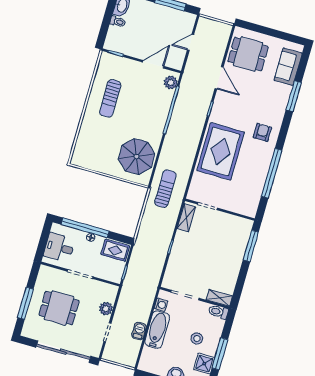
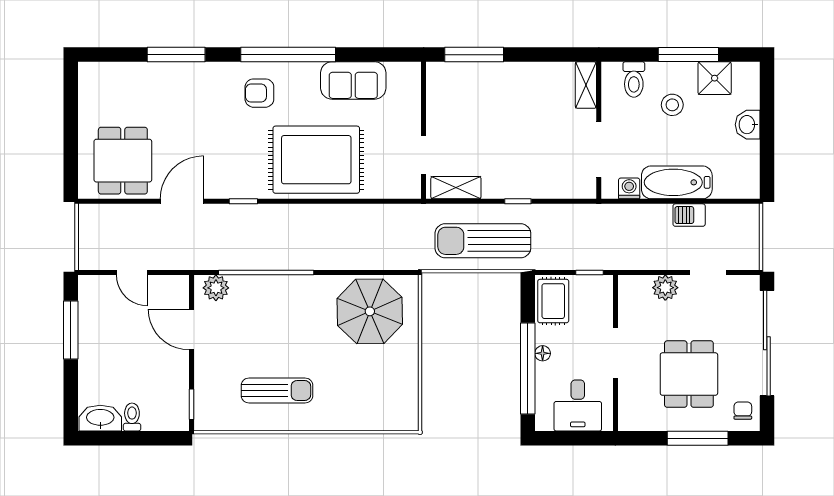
sofa: (288, 67) -> (353, 80), moved
window: (272, 173) -> (288, 55), moved
sun lounger: (165, 189) -> (483, 241), moved, width x1.36, depth x1.34
toilet: (218, 312) -> (634, 79), moved
chair: (33, 330) -> (743, 411), added

